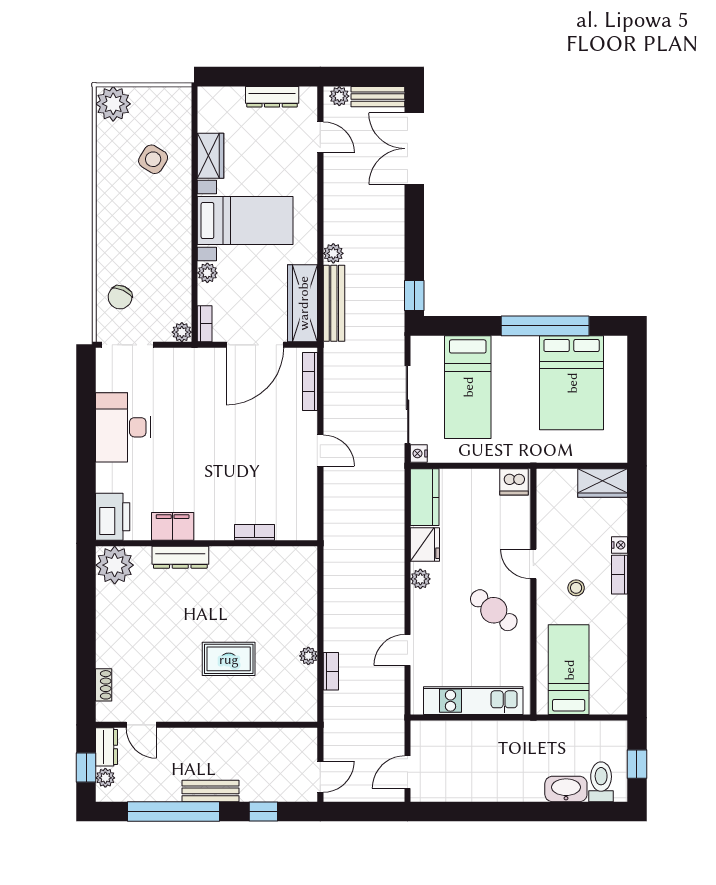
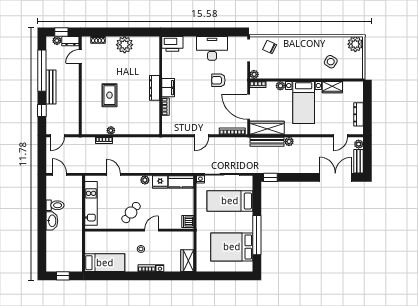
armchair: (195, 413) -> (218, 80), added
filing cabinet: (173, 526) -> (168, 88), moved
dresser: (180, 557) -> (154, 88), moved
plant: (115, 565) -> (125, 45), moved
bed: (569, 670) -> (105, 263), moved
door: (320, 777) -> (57, 136), hinge flipped
toilet: (601, 782) -> (55, 205), moved
washbasin: (566, 789) -> (52, 221), moved
bench: (210, 791) -> (51, 87), width x1.36

